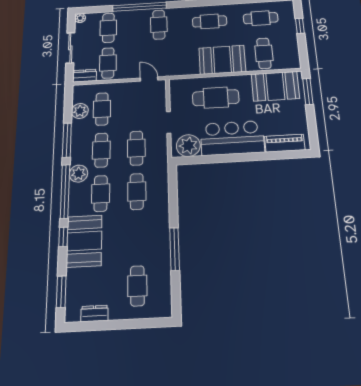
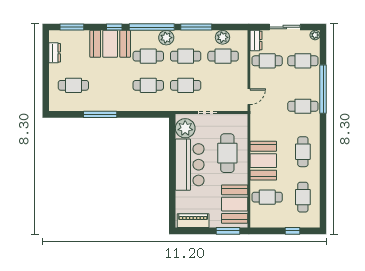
piano: (285, 143) -> (193, 221), moved, turned -90

